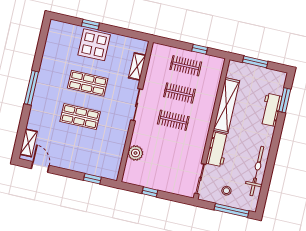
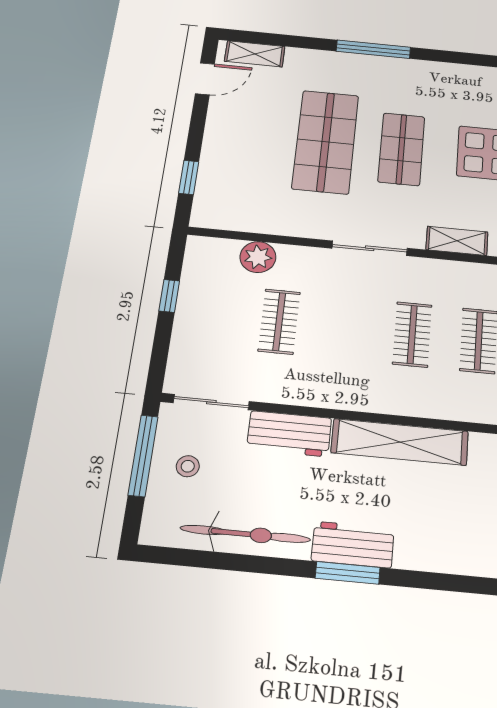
window: (285, 100) -> (348, 573), moved
workbench: (271, 110) -> (353, 545), moved
shop shelf: (80, 117) -> (326, 142), width x1.43, depth x1.36
clothes rail: (173, 120) -> (279, 321), moved
window: (231, 210) -> (143, 456), moved

